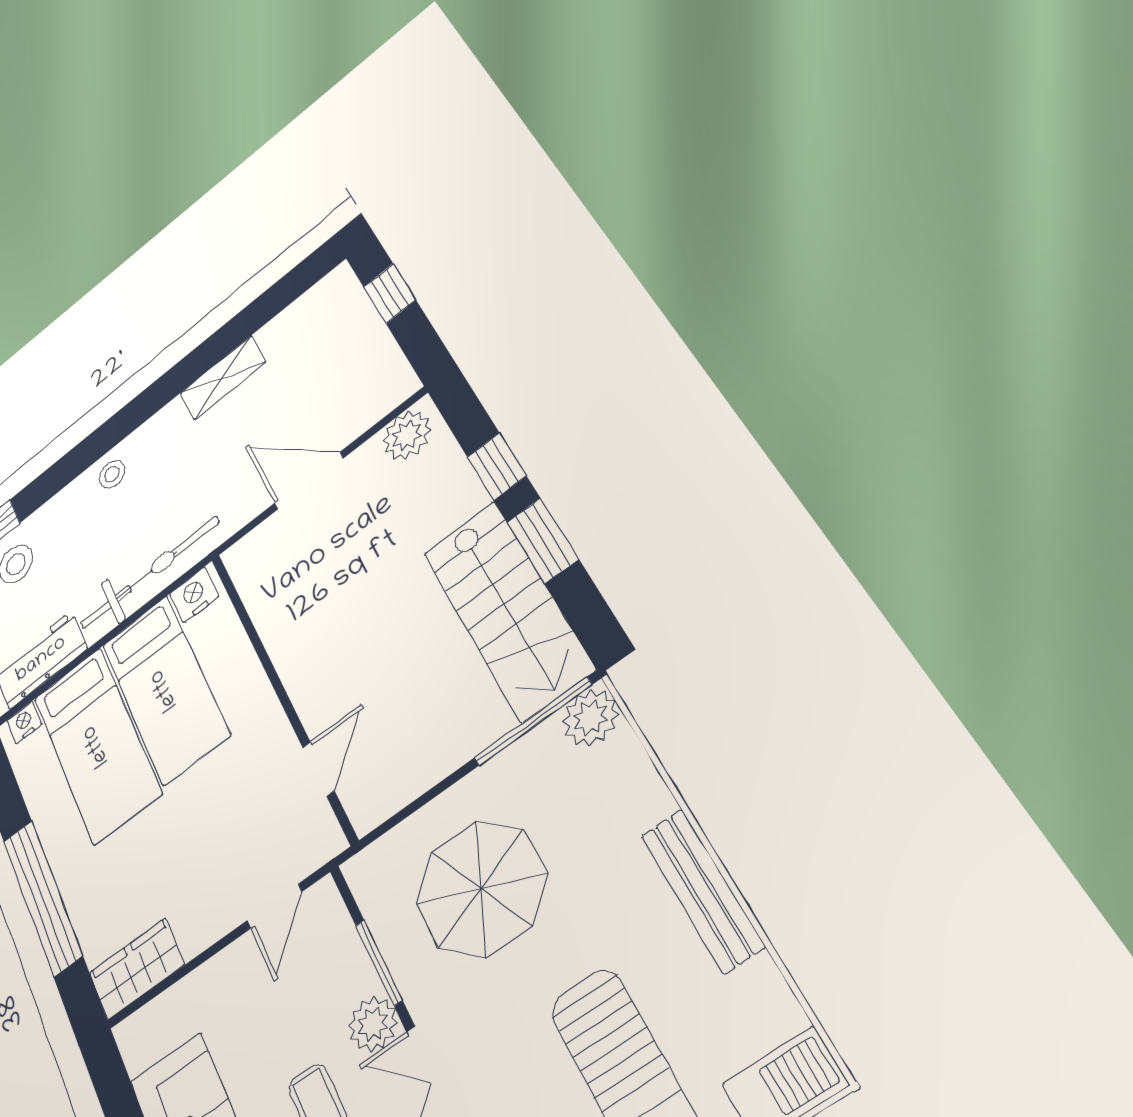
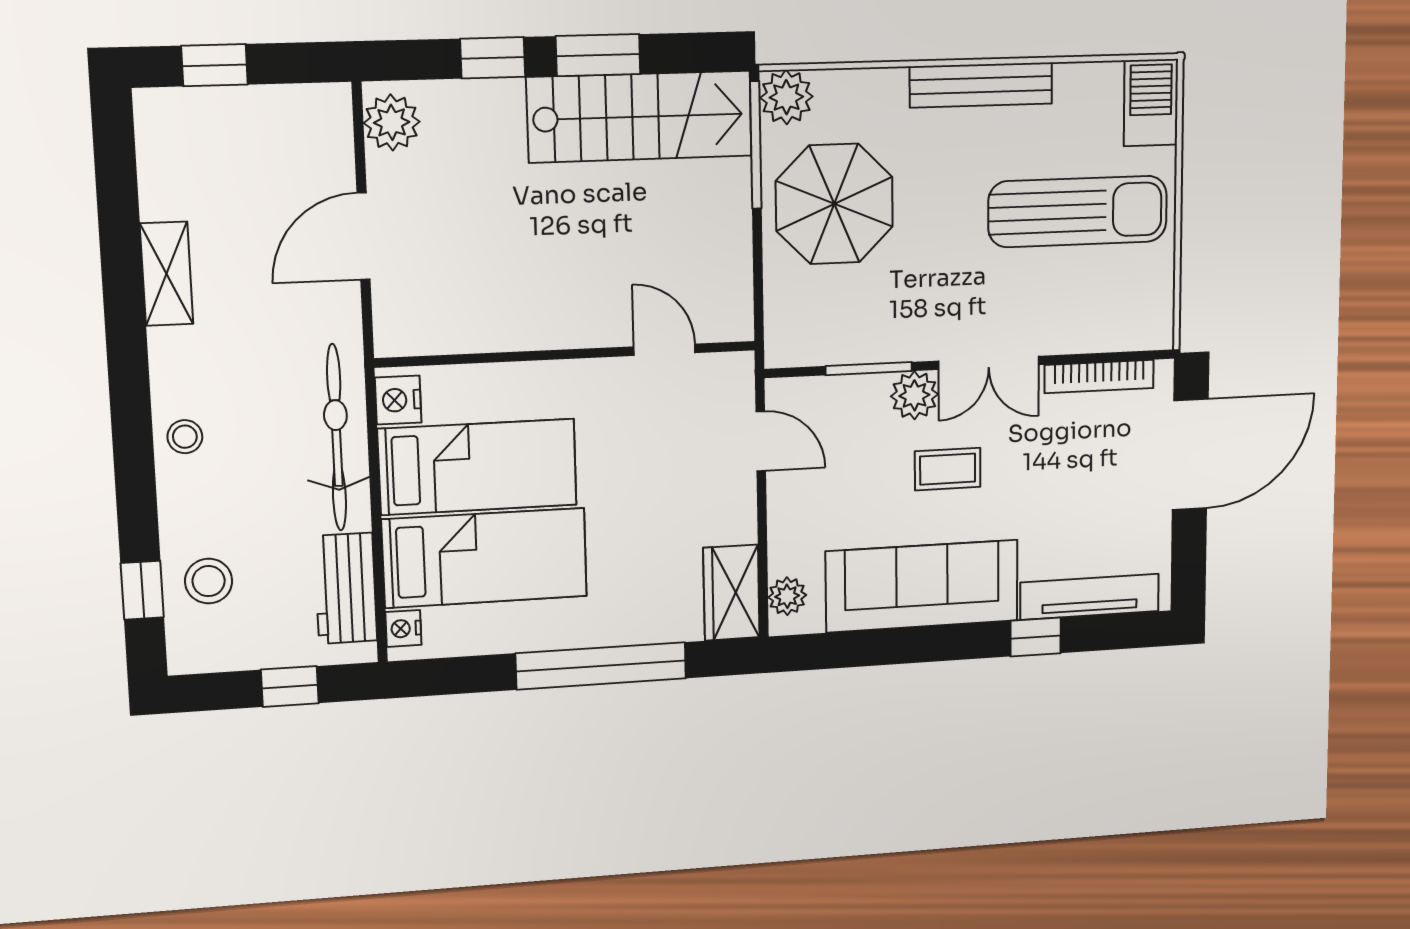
parasol: (481, 888) -> (834, 204), moved
plant: (150, 1022) -> (787, 596), added

